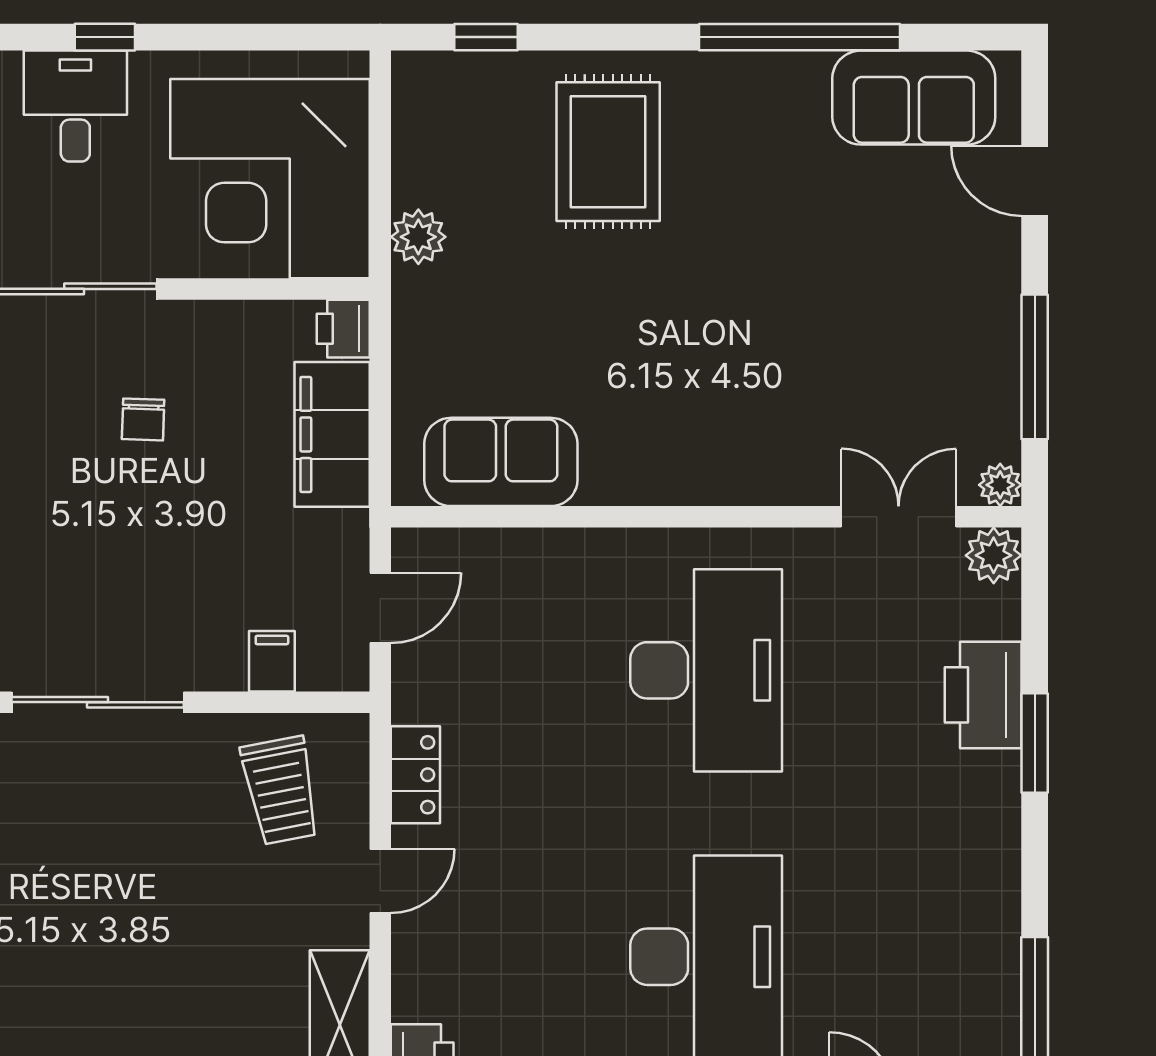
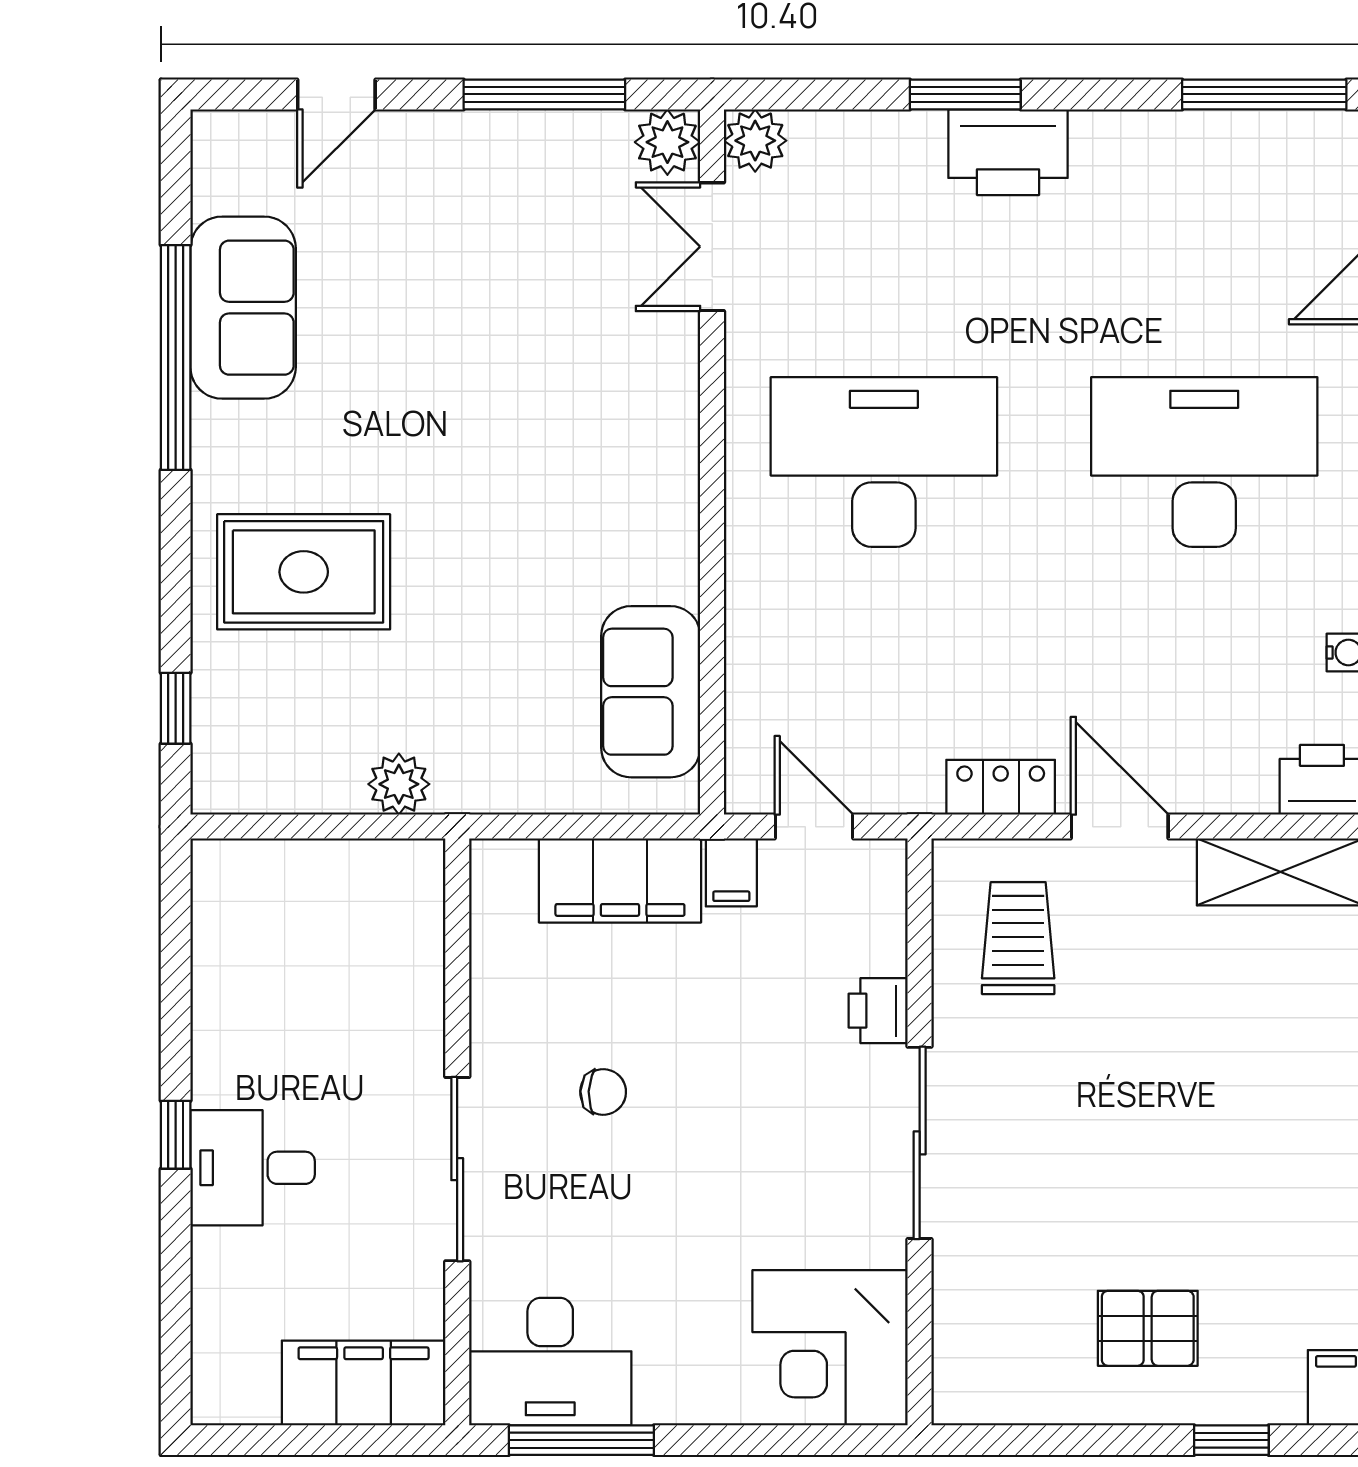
sofa: (914, 98) -> (243, 308), moved
corner desk: (270, 179) -> (334, 950), removed
printer: (343, 329) -> (878, 1011), moved, turned 90
plant: (1000, 485) -> (667, 142), width x1.38, depth x1.38
filing cabinet: (272, 661) -> (731, 872), moved, turned -90
printer: (983, 695) -> (1008, 152), moved
trolley: (281, 790) -> (1018, 938), turned -79
door: (380, 881) -> (1120, 827), width x1.38

